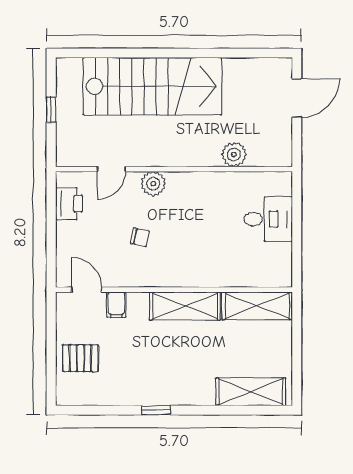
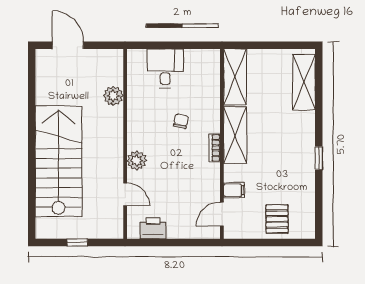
chair: (140, 237) -> (181, 121), moved
bookcase: (169, 280) -> (214, 148), added

